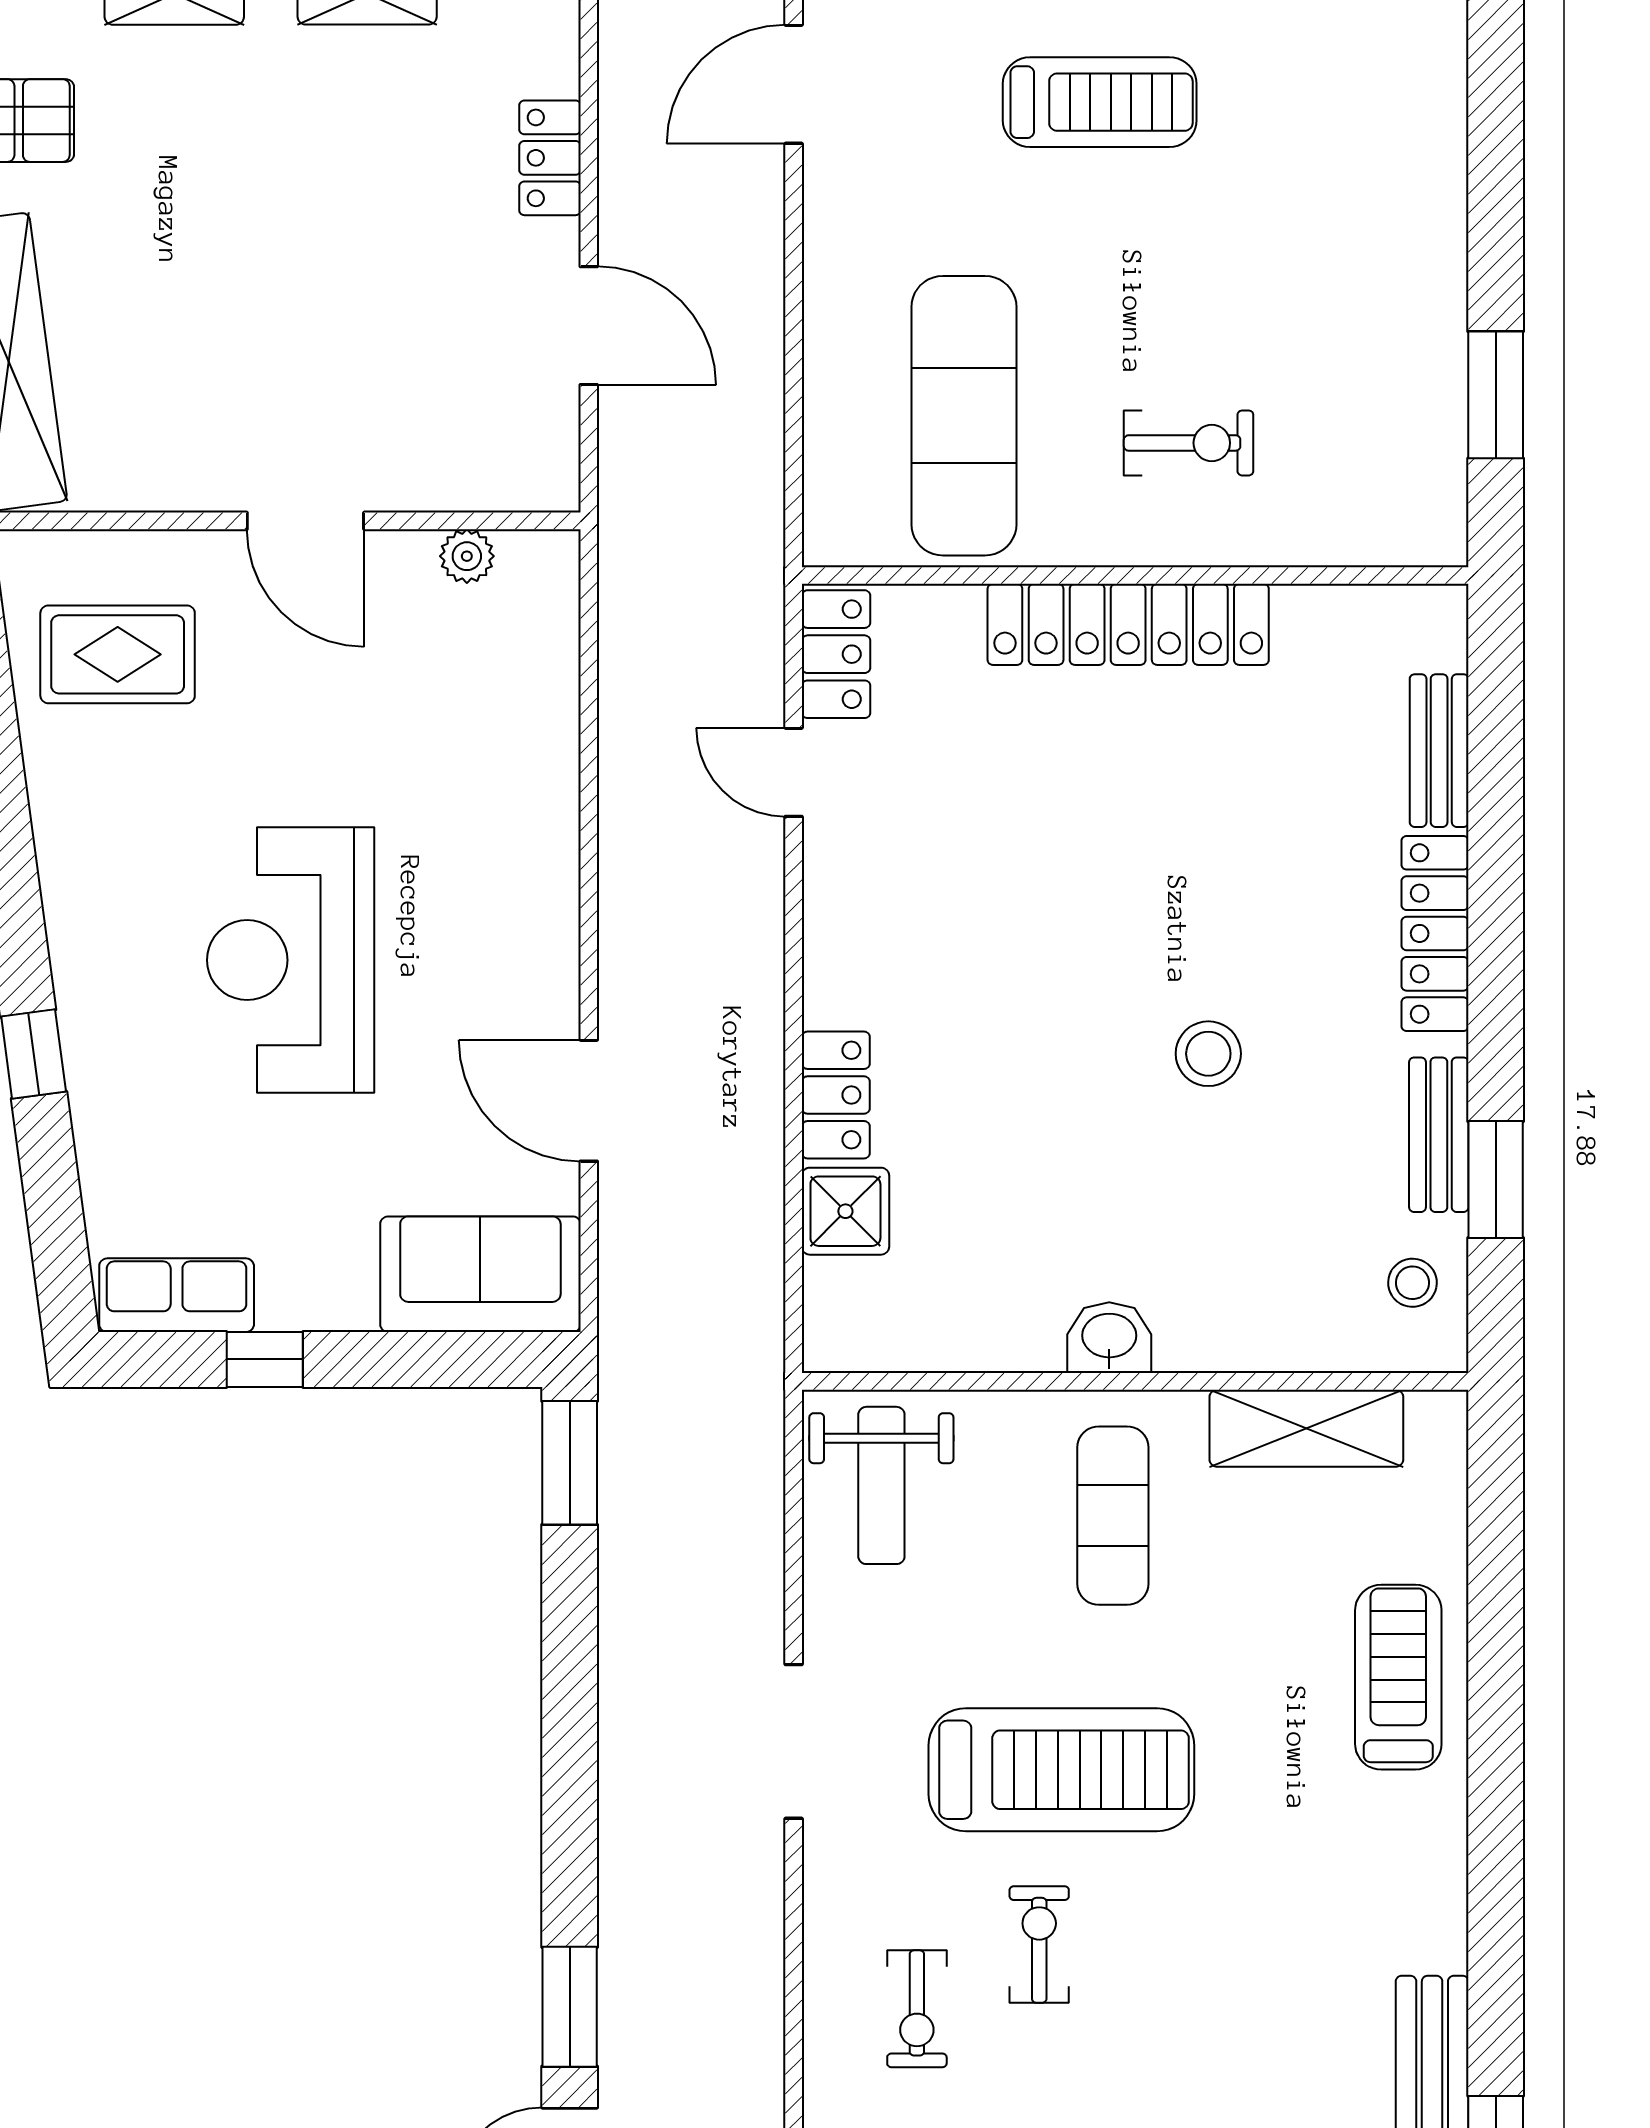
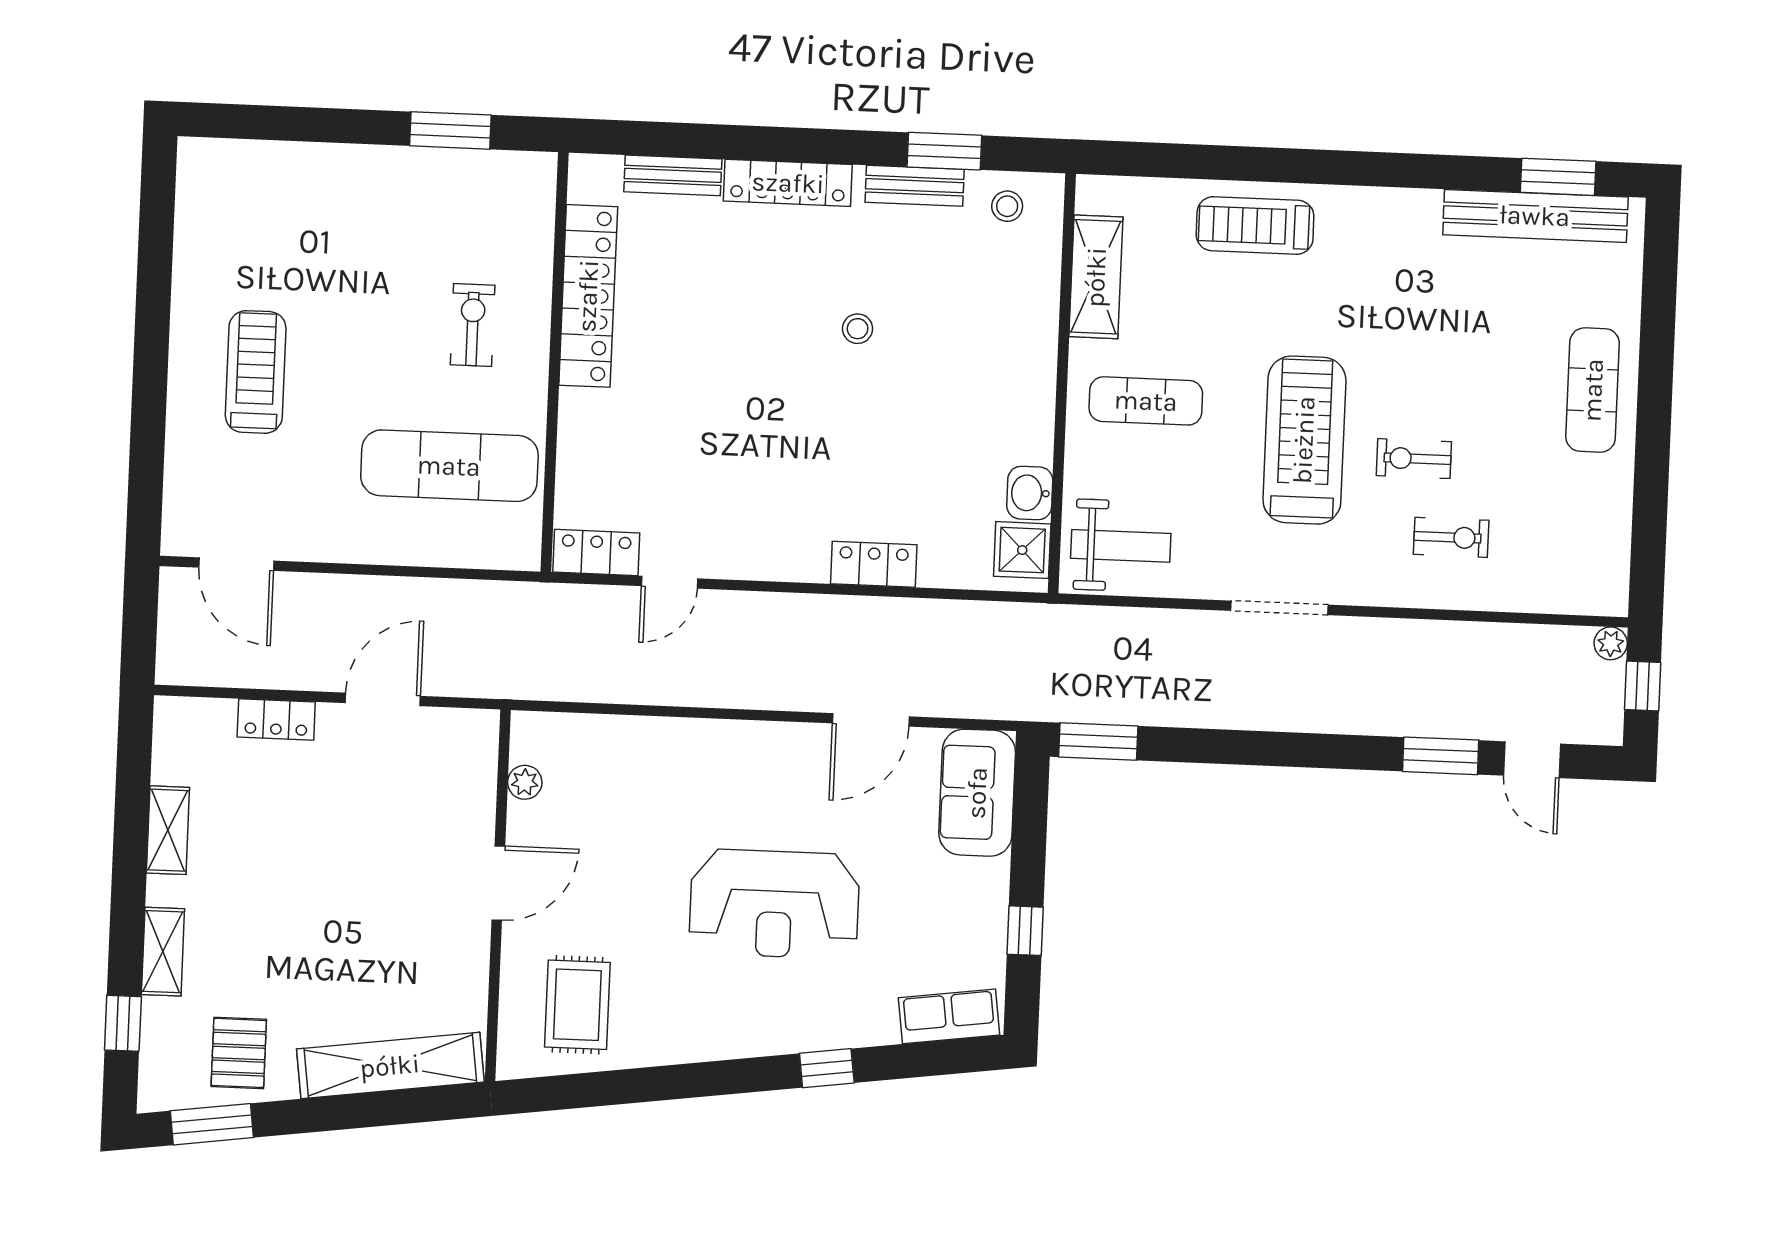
locker: (1128, 624) -> (588, 296), moved
stool: (1208, 1054) -> (858, 329), width x0.73, depth x0.73
shower: (845, 1211) -> (1022, 550), moved
row of seats: (177, 1295) -> (949, 1016), moved, turned 82
washbasin: (1109, 1338) -> (1030, 493), moved

